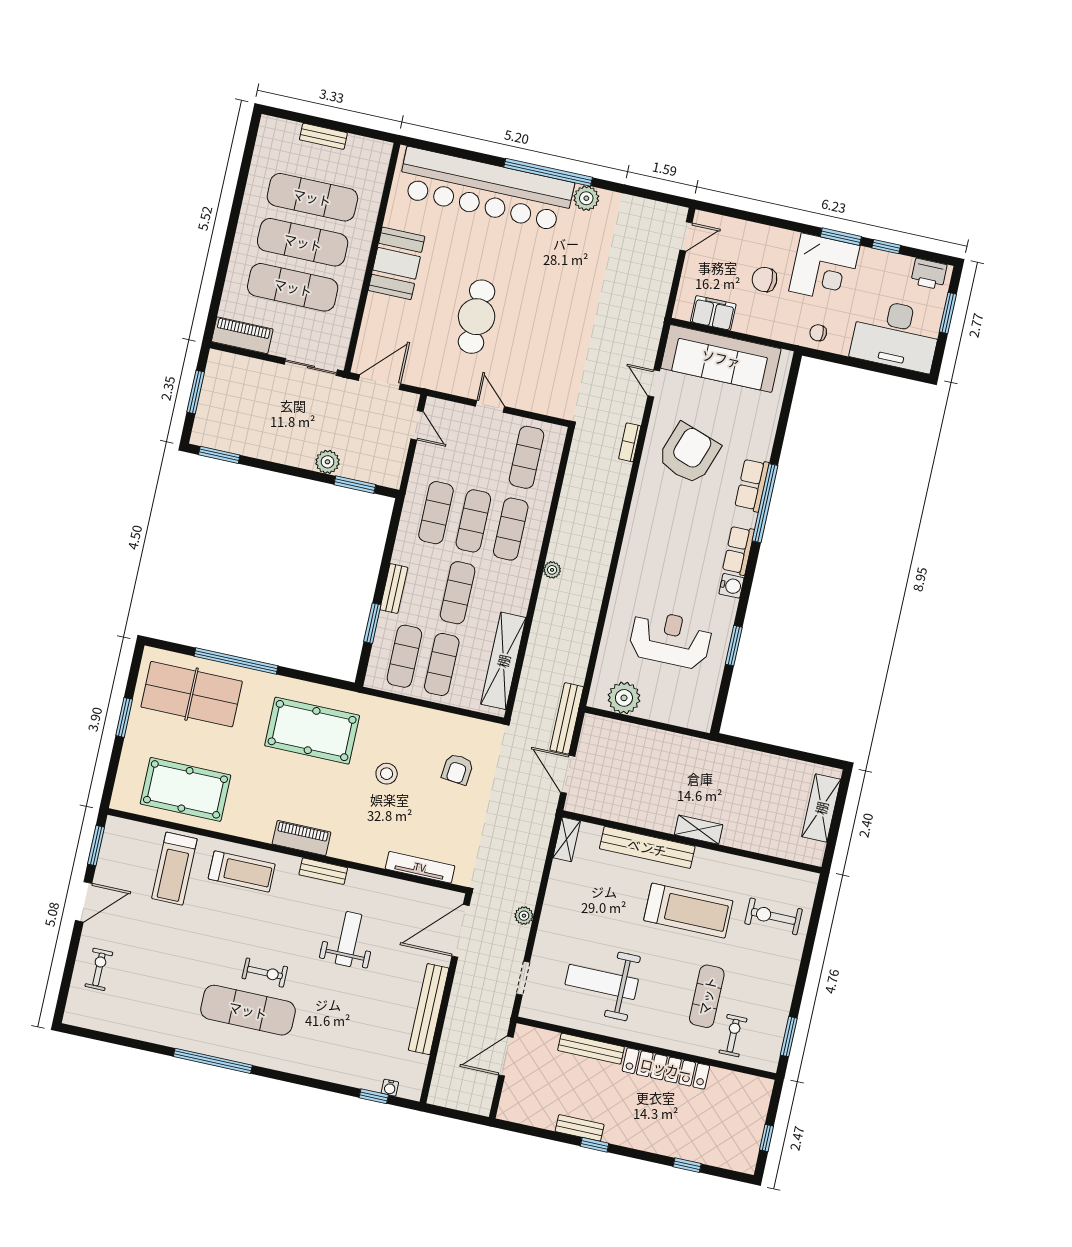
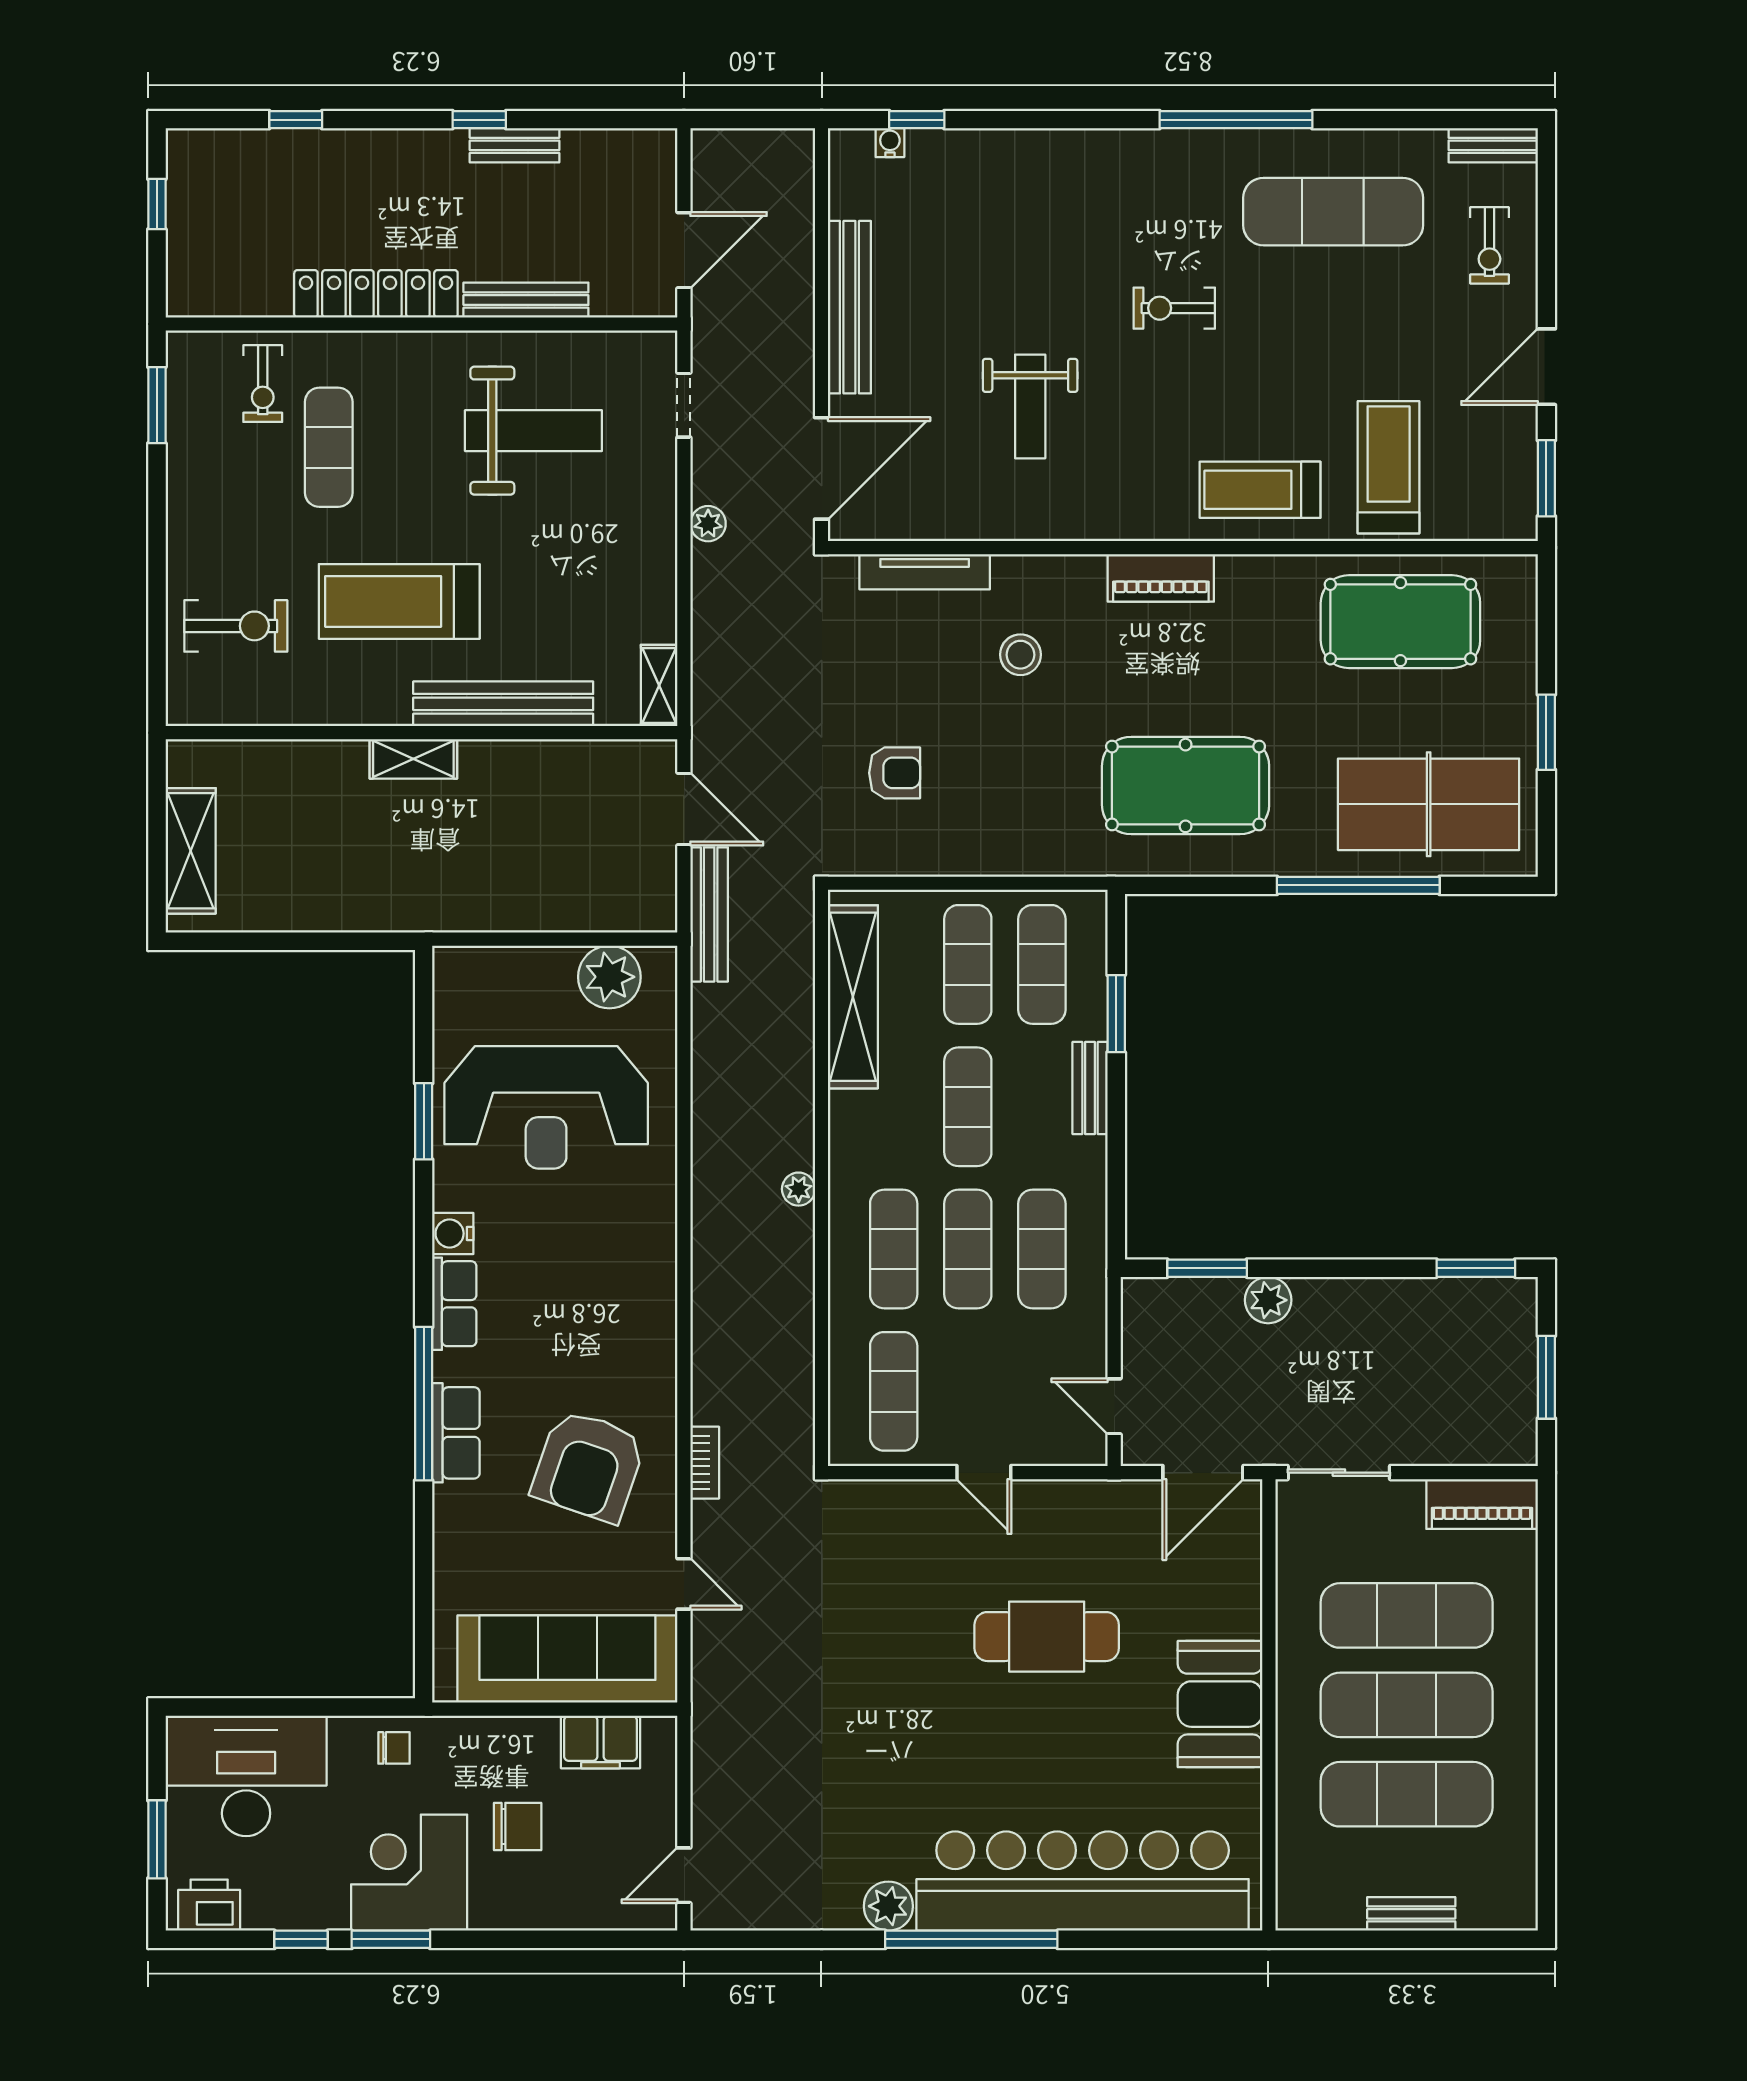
cafe table: (477, 317) -> (1047, 1637), turned 90
reception desk: (670, 639) -> (546, 1107), width x1.36, depth x1.30
armchair: (457, 769) -> (895, 773), turned 84
stool: (387, 774) -> (1020, 655), moved
bench: (323, 871) -> (1493, 145), moved
exercise mat: (248, 1010) -> (1333, 212), moved

